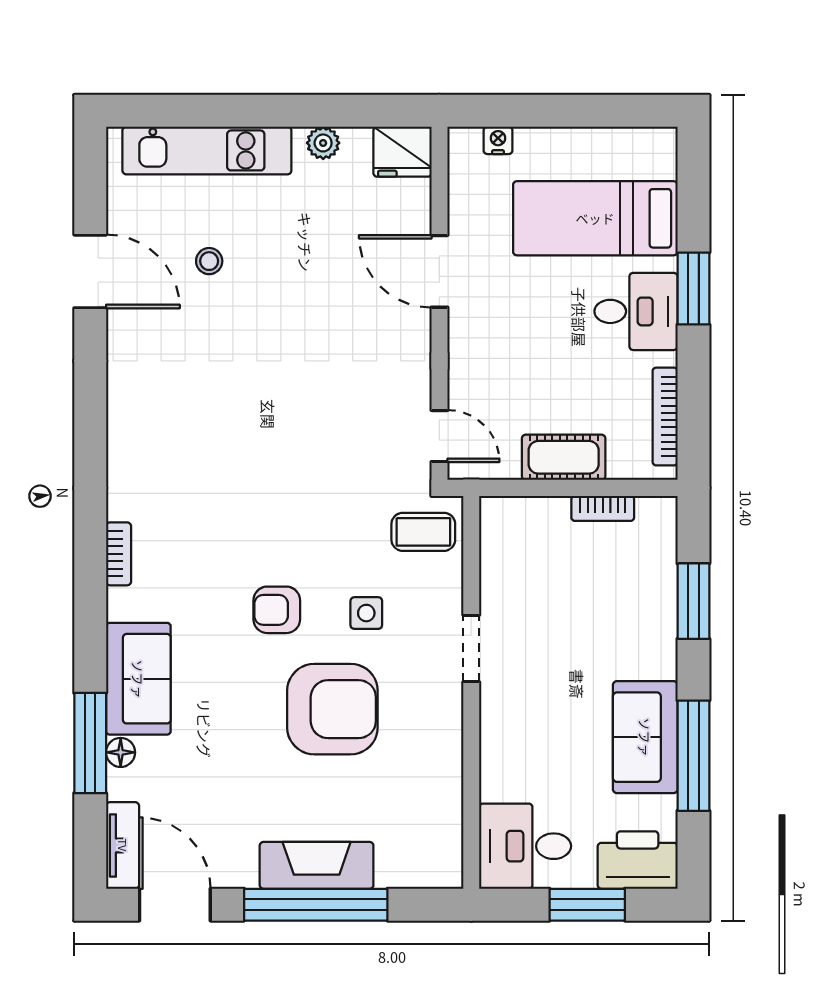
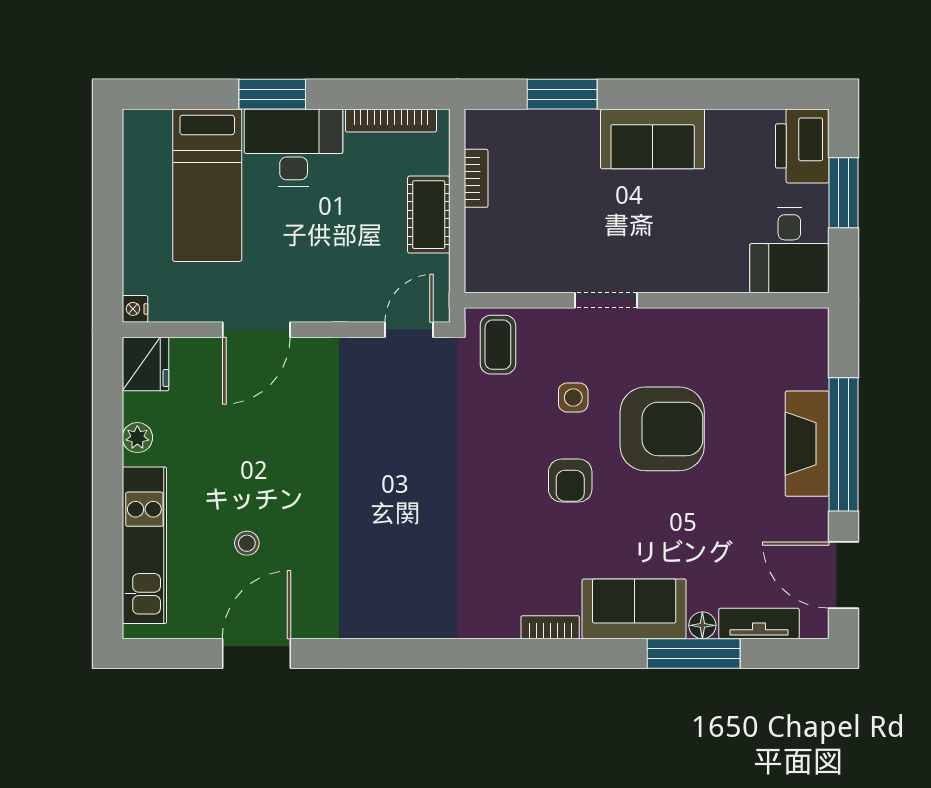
nightstand: (498, 140) -> (135, 309), moved
desk: (636, 311) -> (294, 147), width x1.37
bookcase: (119, 554) -> (550, 627), moved
armchair: (332, 709) -> (662, 429), turned 90
sofa: (645, 737) -> (653, 139), moved
window: (693, 756) -> (705, 94), removed
tv unit: (123, 845) -> (759, 623), moved
door: (175, 905) -> (844, 575), hinge flipped

